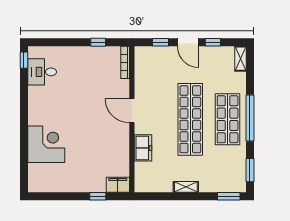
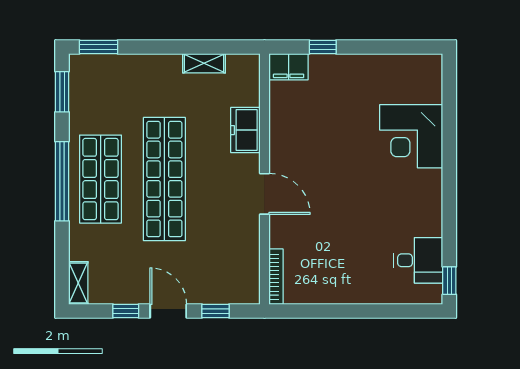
window: (98, 42) -> (322, 311), removed
shelving: (186, 187) -> (204, 63), moved

